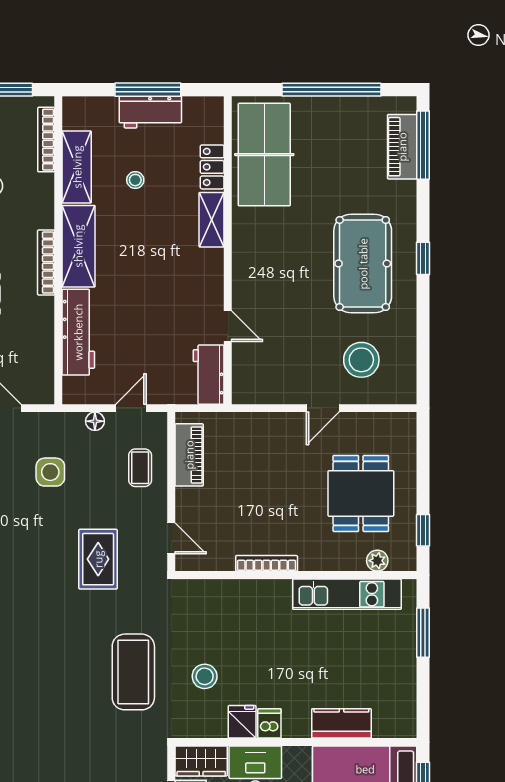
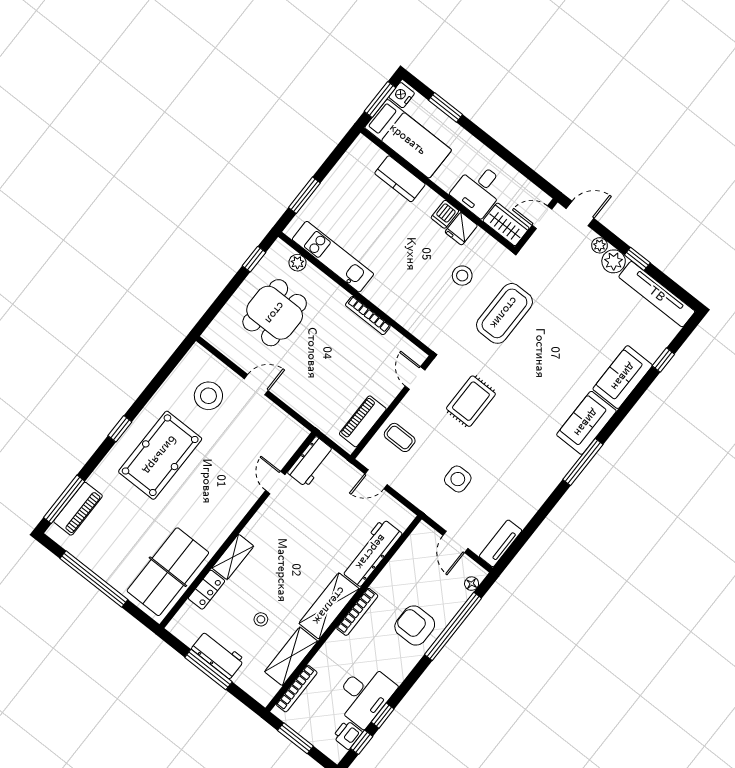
floor lamp: (95, 421) -> (405, 489), removed
coffee table: (140, 468) -> (400, 437), turned 90

